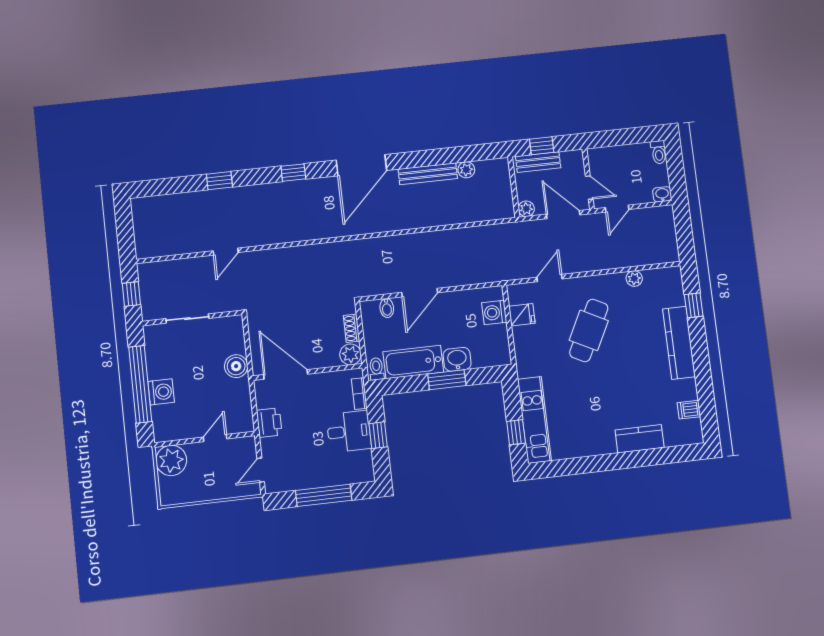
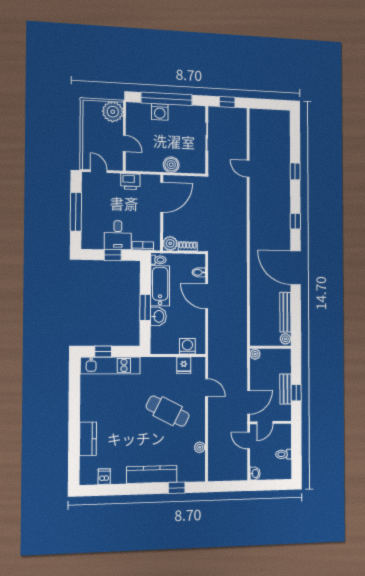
toilet: (659, 152) -> (284, 454), moved
wall: (514, 187) -> (270, 347), moved
plant: (526, 209) -> (255, 354), moved

